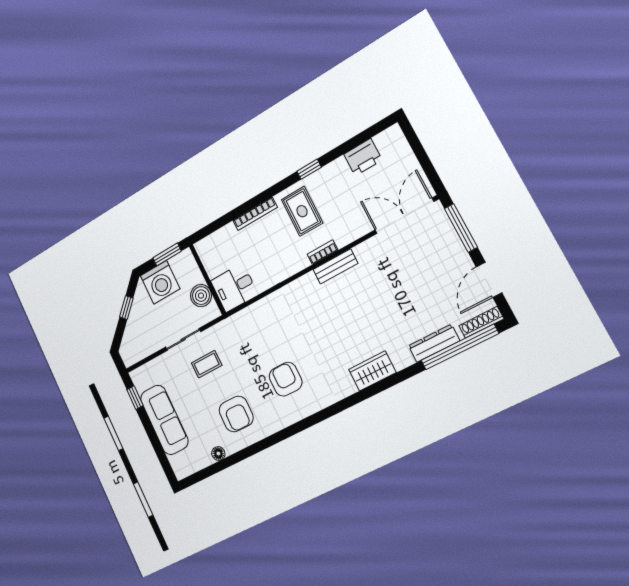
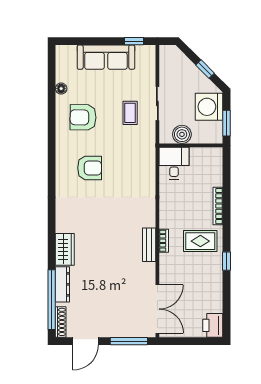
printer: (363, 157) -> (213, 325), moved
door: (489, 280) -> (86, 341), swing flipped
wardrobe: (372, 371) -> (65, 249), moved

